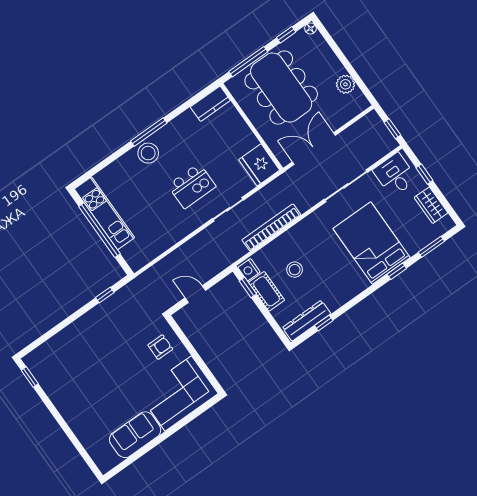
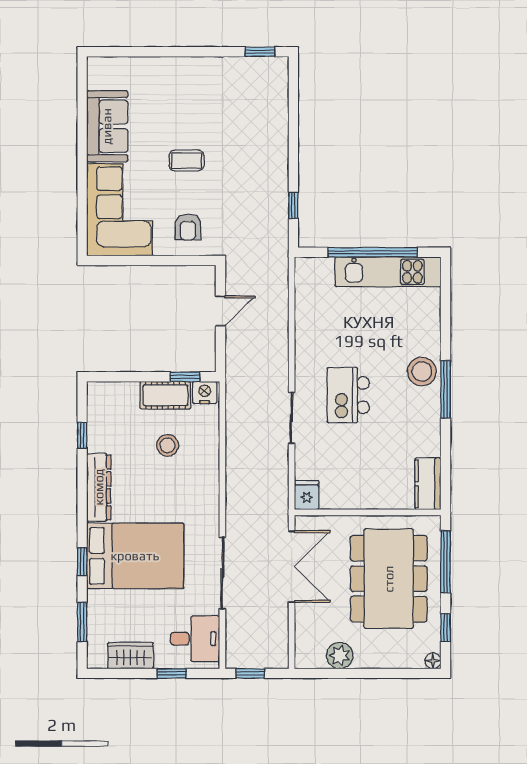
dining table: (281, 88) -> (389, 579), turned 90
fridge: (259, 165) -> (307, 495), width x0.53, depth x0.75
bookcase: (271, 227) -> (235, 453), removed
dresser: (307, 321) -> (99, 487), moved
coffee table: (122, 375) -> (187, 160), added

